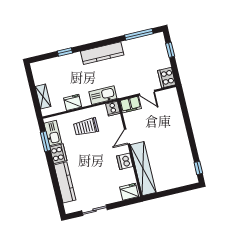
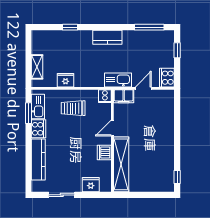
kitchen counter: (102, 53) -> (107, 37), width x0.67
door: (147, 93) -> (143, 88), swing flipped
kitchen sink: (103, 95) -> (118, 80), moved
fridge: (129, 192) -> (91, 185), moved

